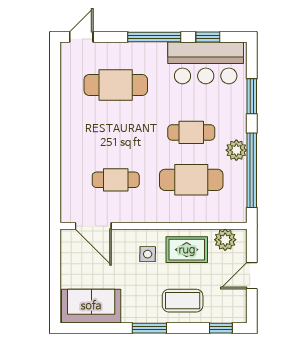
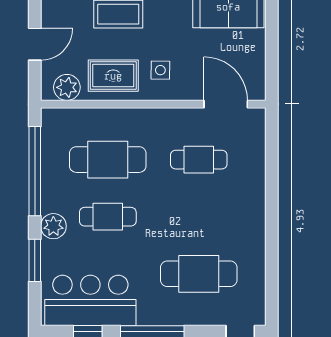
plant: (236, 150) -> (53, 226), moved

